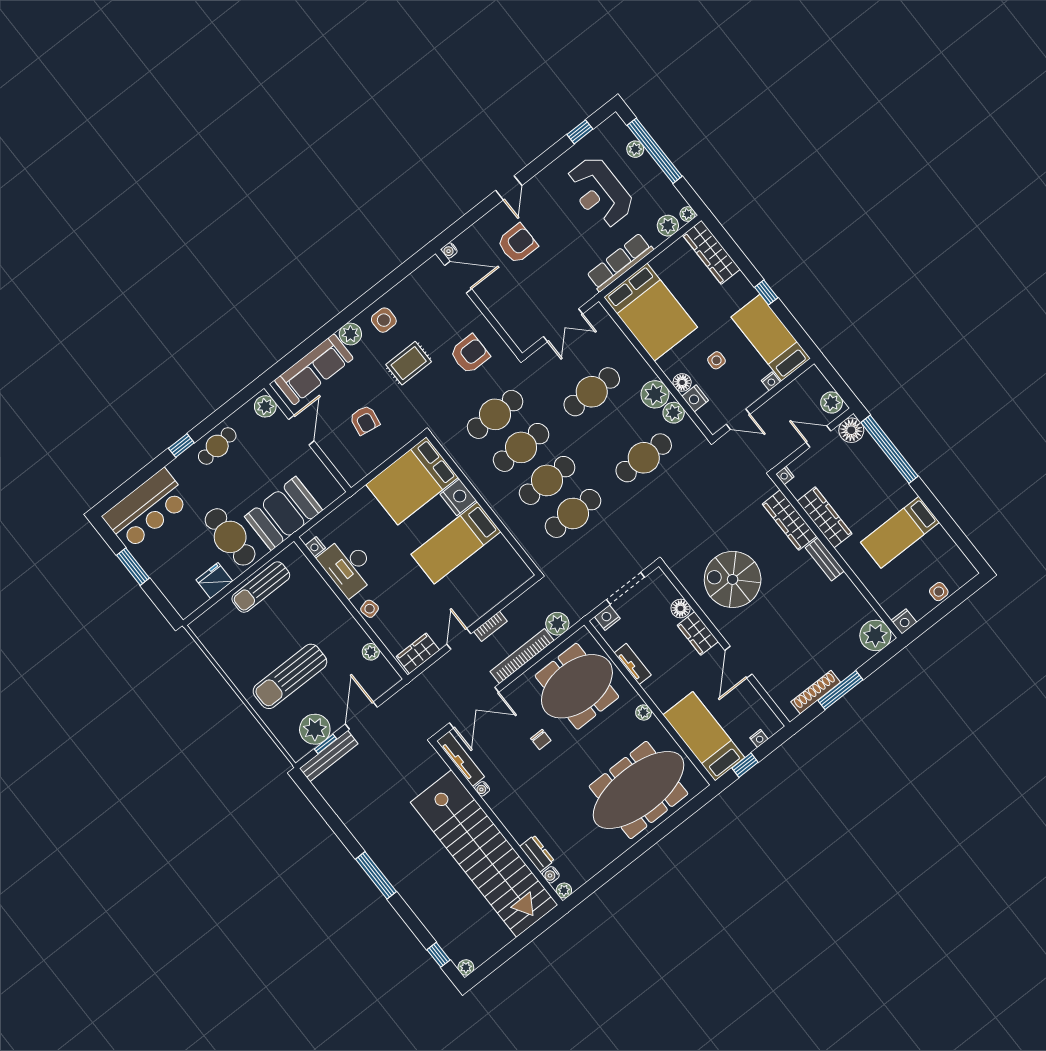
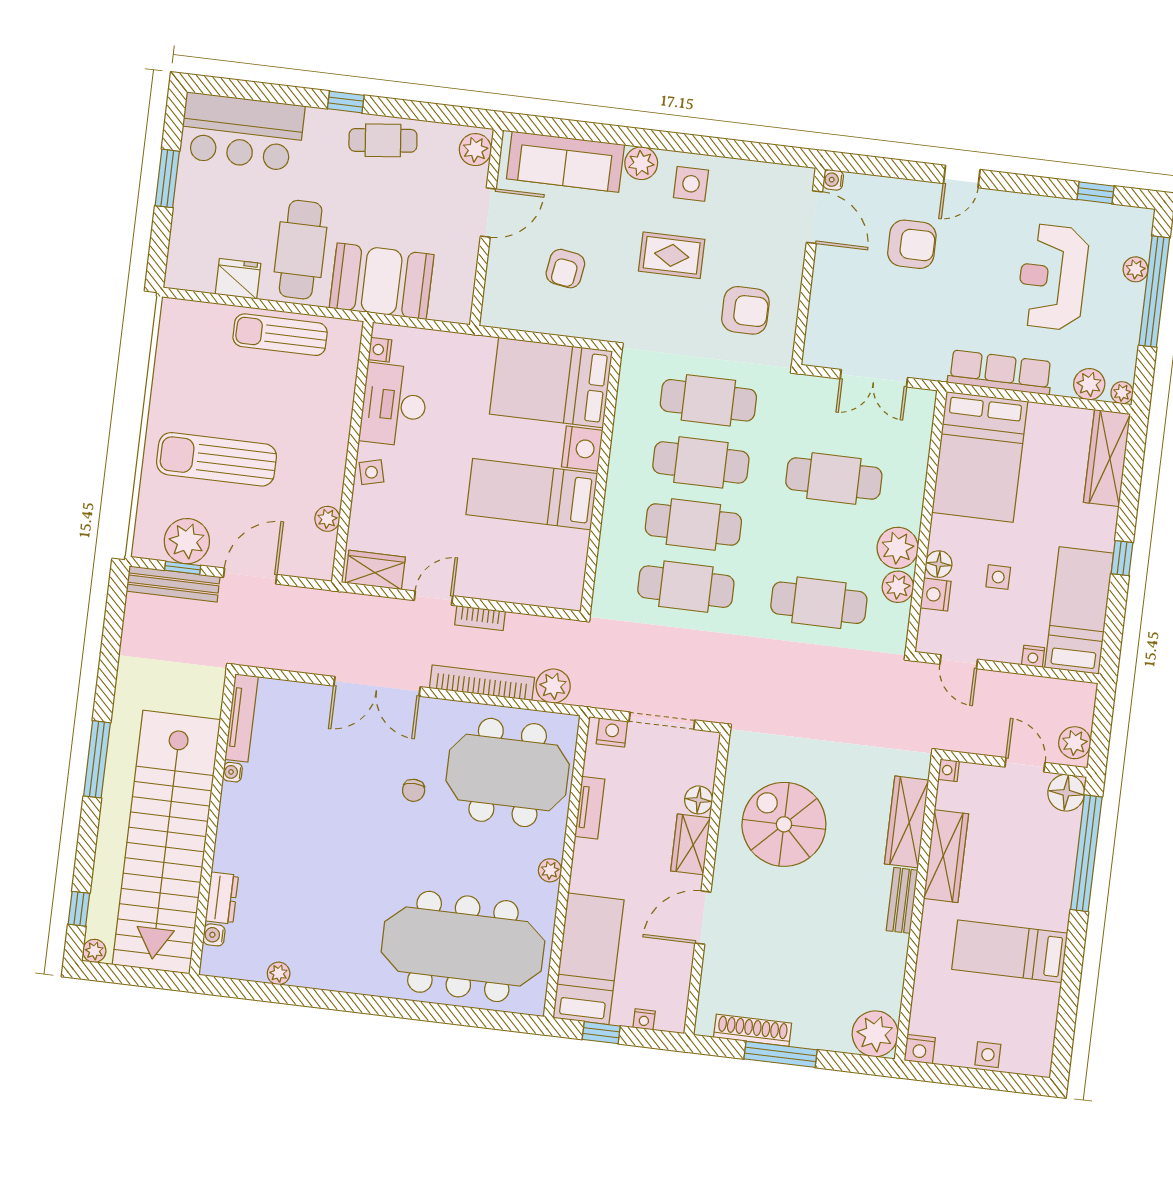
tv unit: (461, 759) -> (241, 718), moved
water cooler: (482, 789) -> (233, 772), moved
wall: (497, 823) -> (212, 824), moved
stairs: (484, 853) -> (166, 842), moved
dresser: (537, 854) -> (222, 898), moved
water cooler: (551, 875) -> (214, 935), moved

